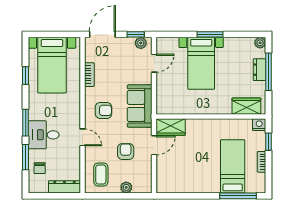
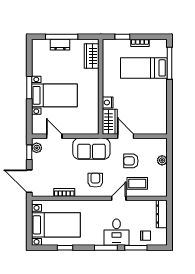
plant: (260, 43) -> (37, 44), removed
nightstand: (259, 125) -> (108, 102), moved
coffee table: (101, 174) -> (137, 183), moved

